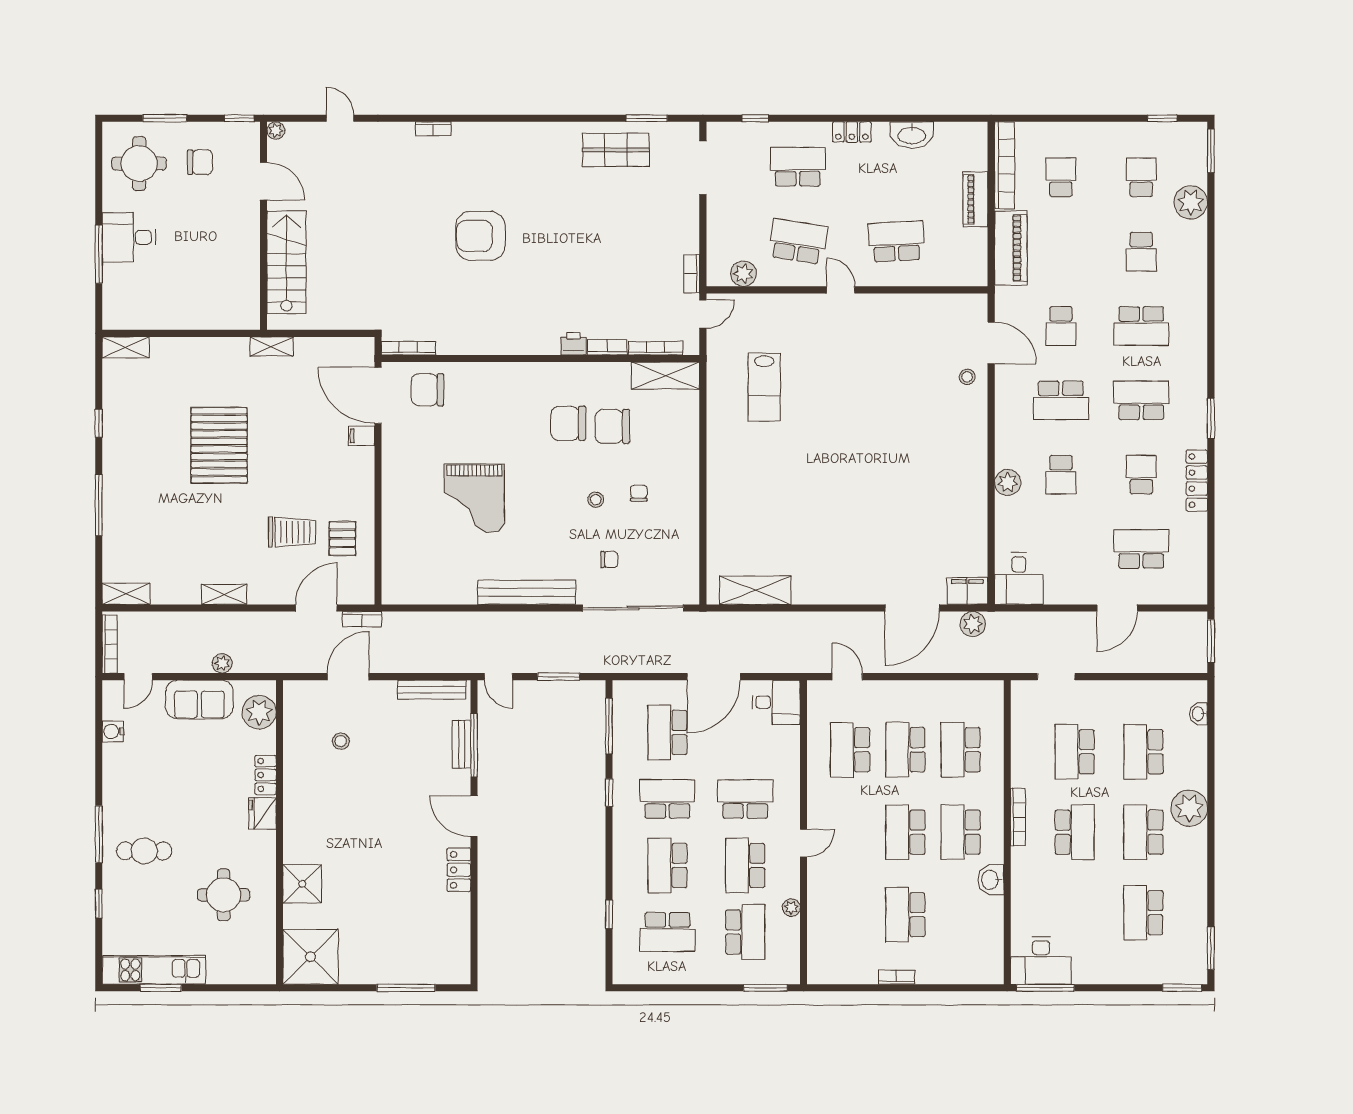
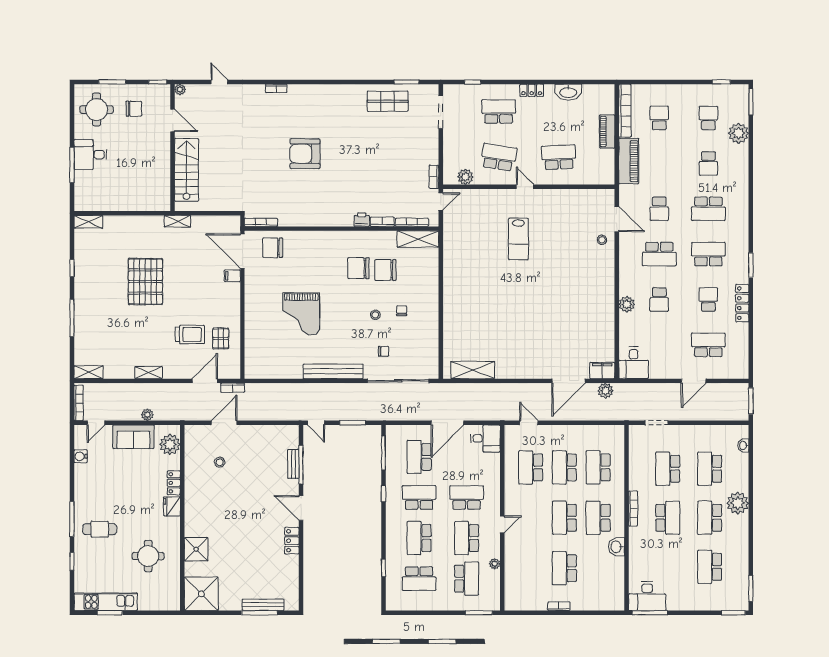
lab bench: (764, 387) -> (518, 239), moved
bench: (432, 690) -> (263, 605), moved

